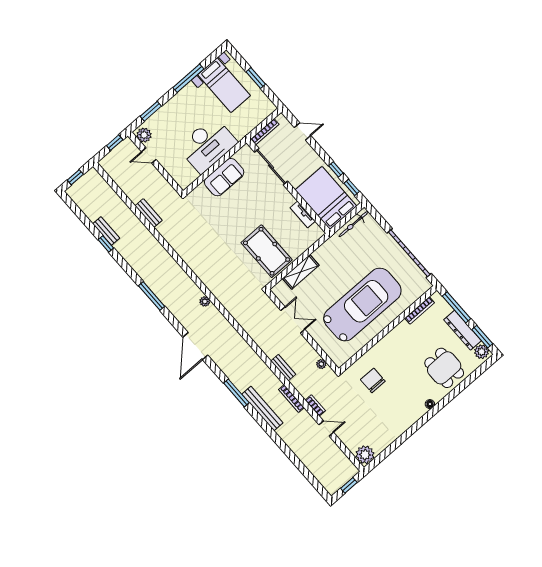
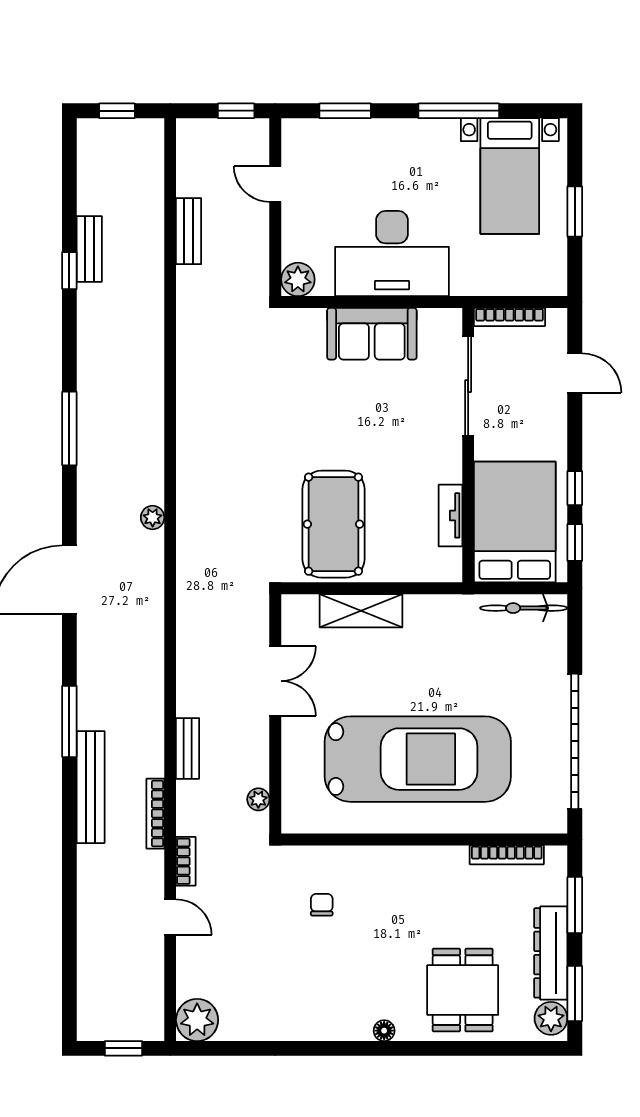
plant: (144, 135) -> (298, 279), moved
bench: (149, 213) -> (189, 231), moved
window: (457, 307) -> (575, 905), width x0.69
chair: (373, 380) -> (322, 905), width x0.54, depth x0.54

